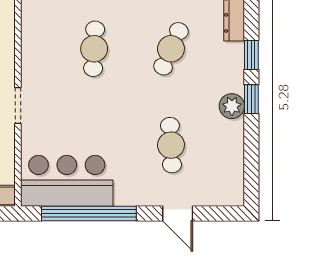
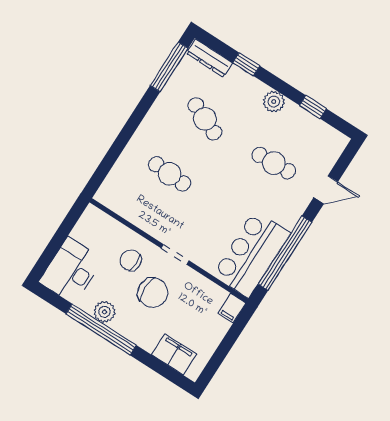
window: (251, 99) -> (313, 107), moved

